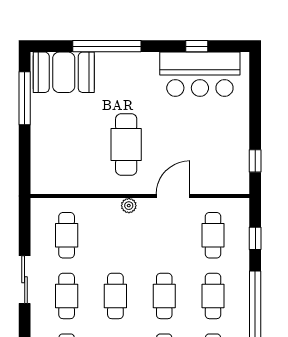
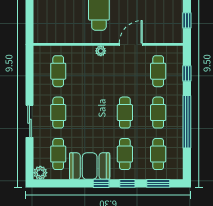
sliding door: (25, 280) -> (30, 121), moved
cafe table: (115, 296) -> (92, 113), removed

